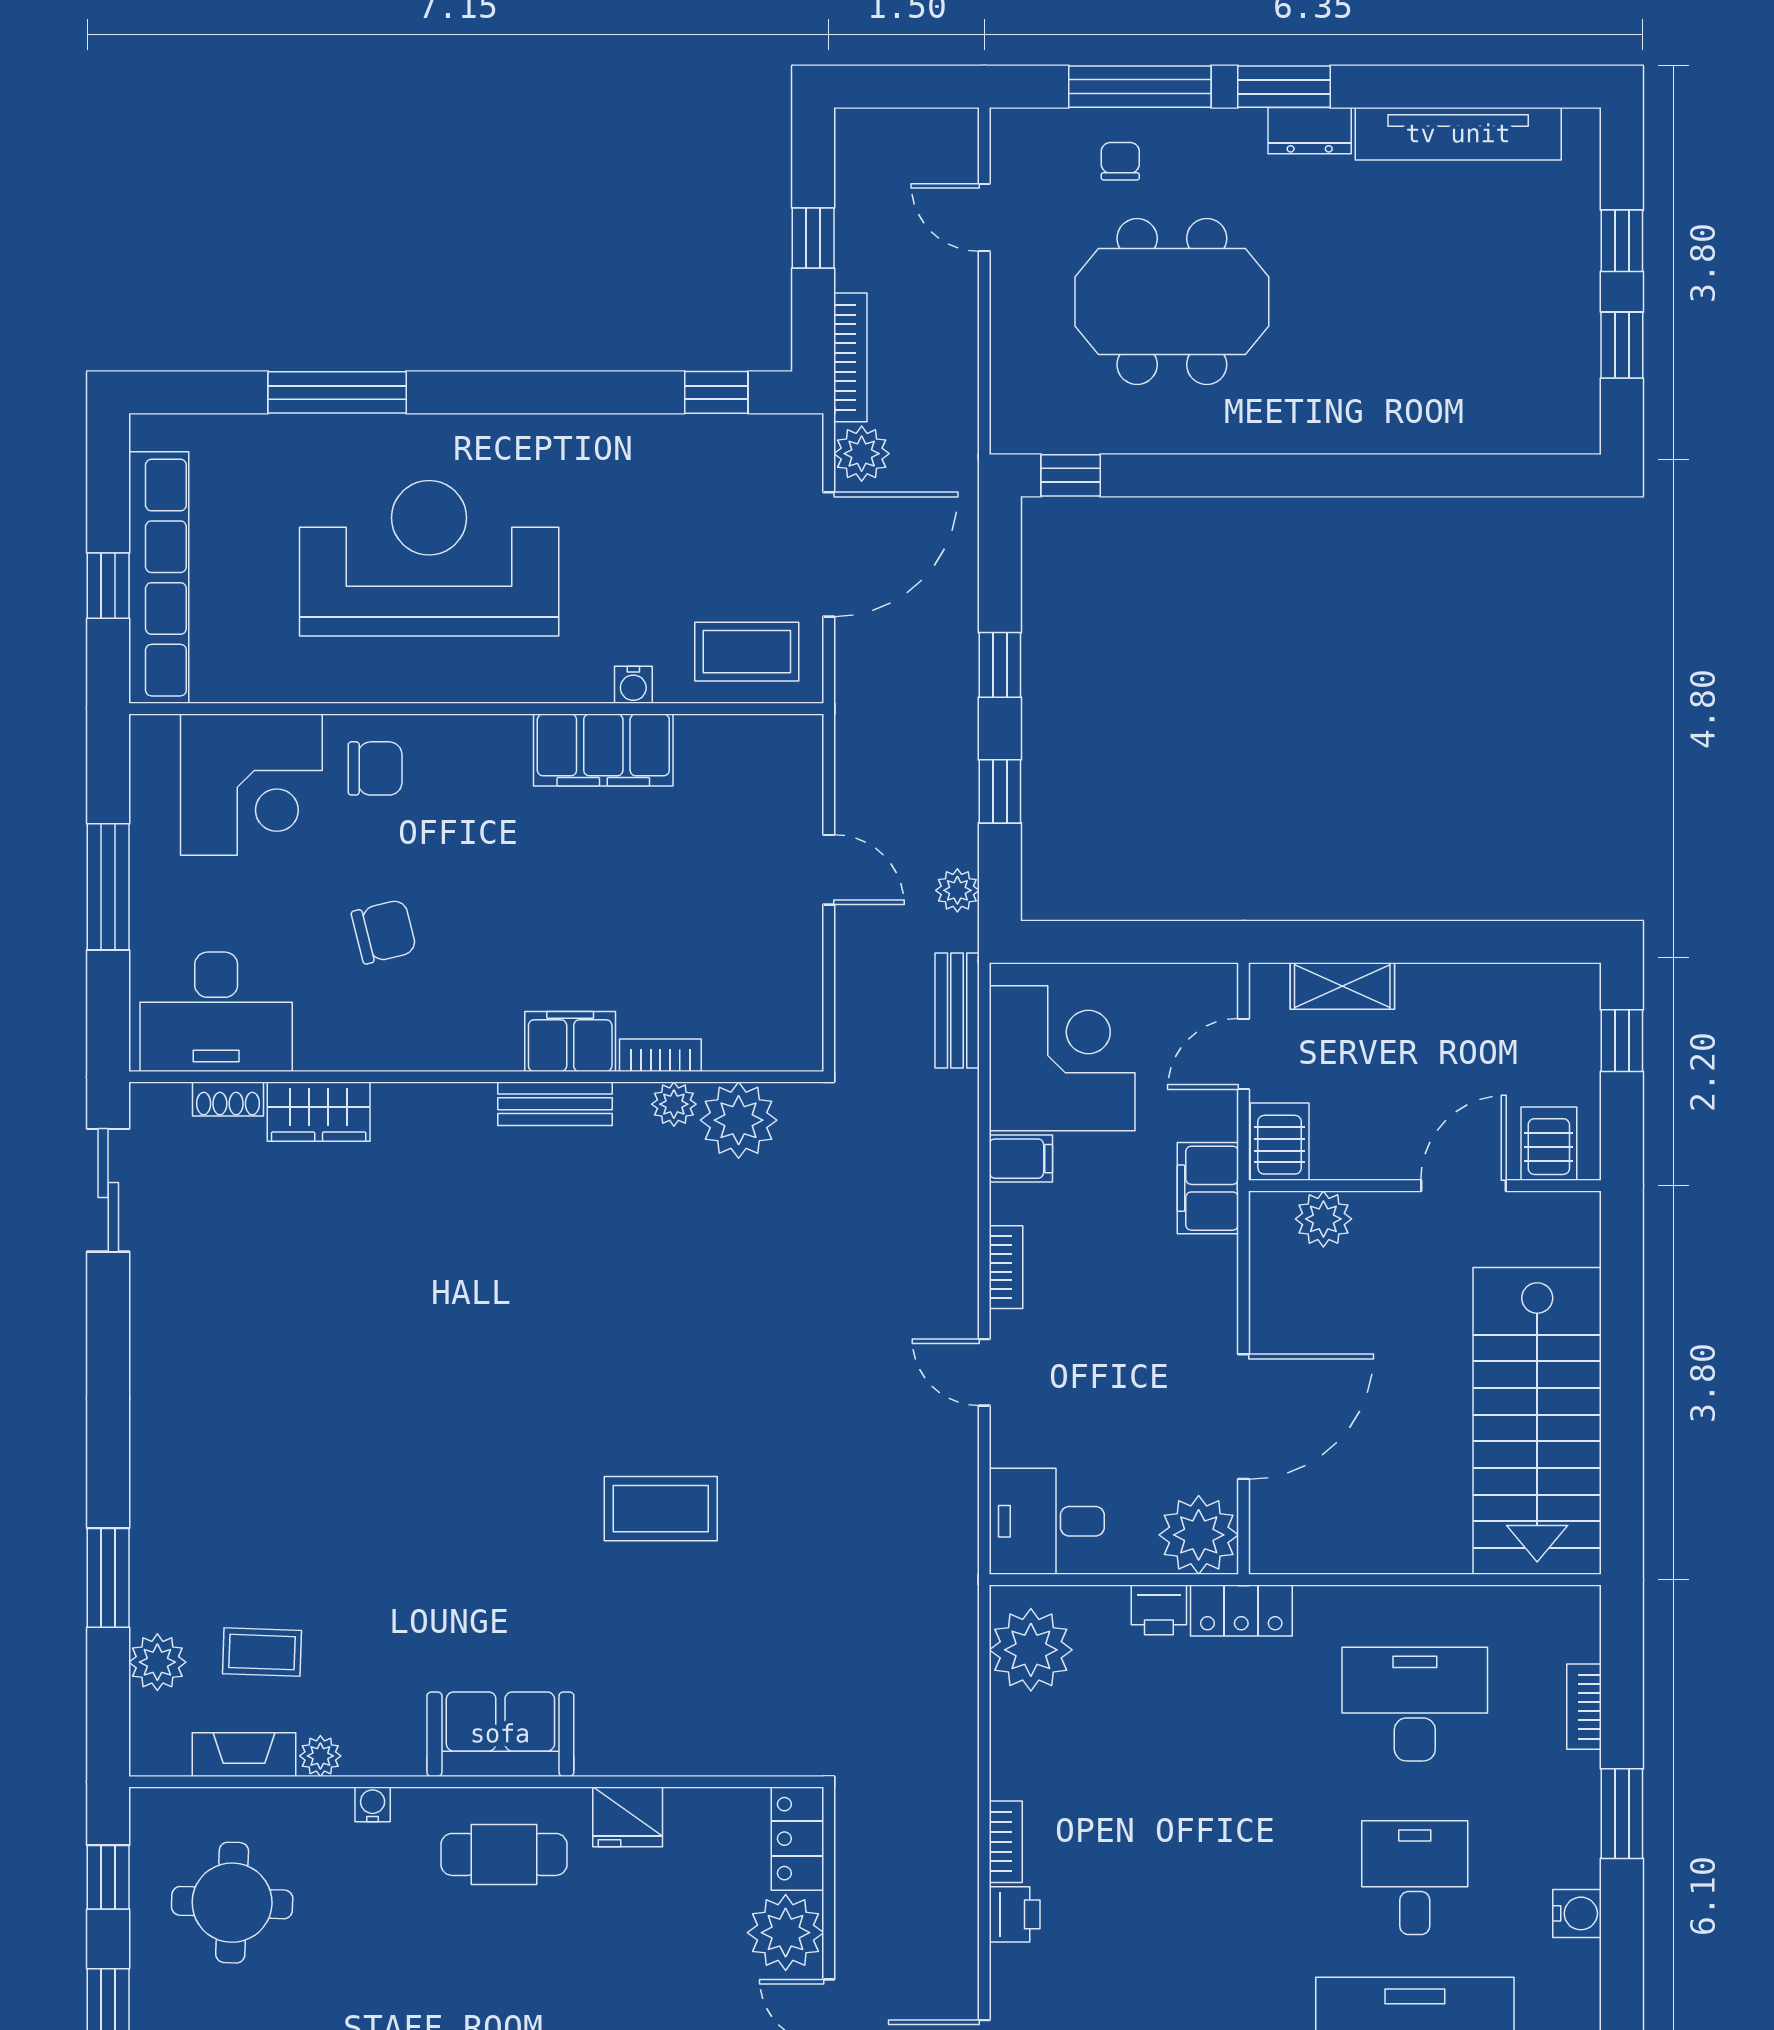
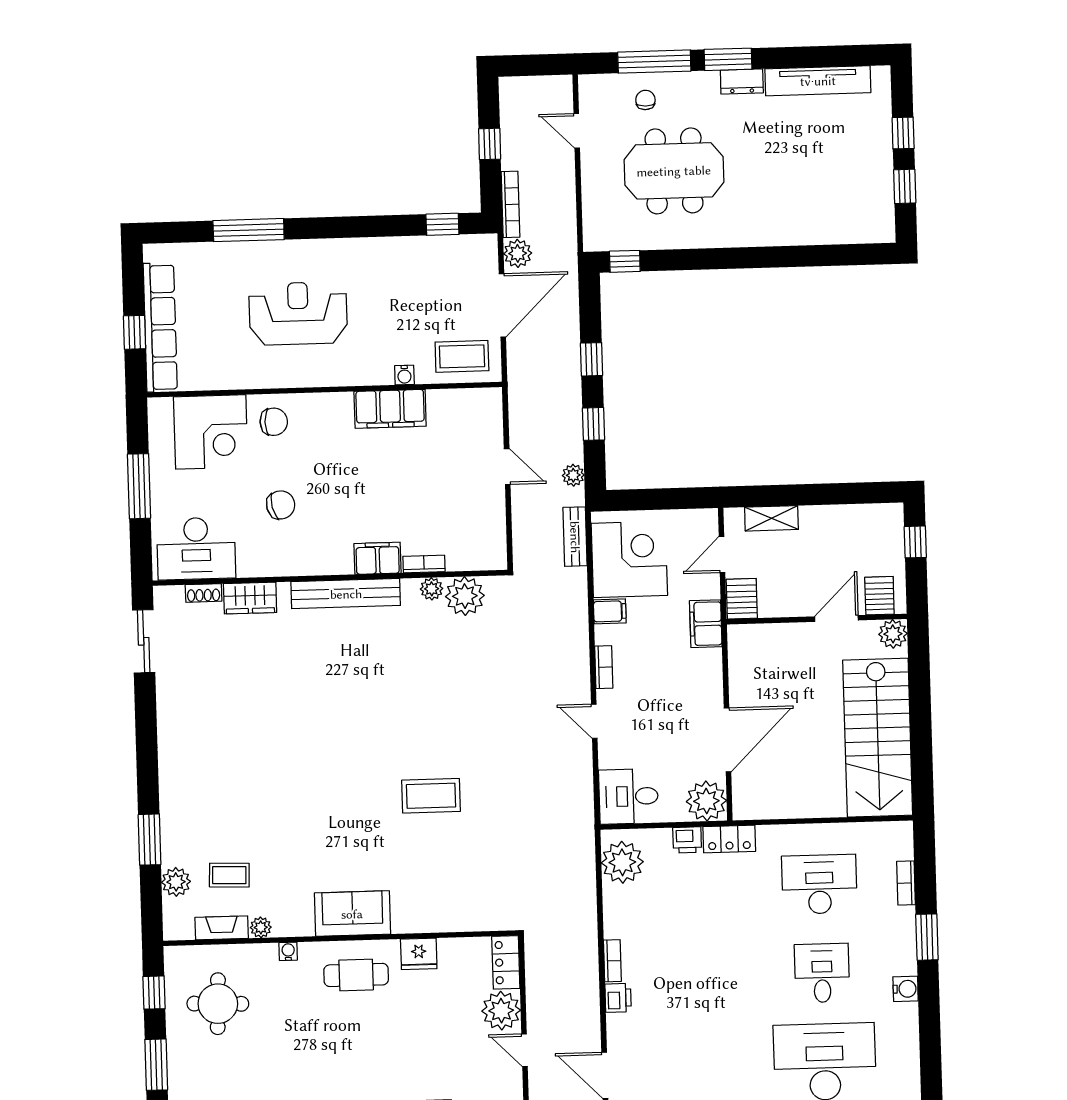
reception desk: (429, 558) -> (298, 313), width x0.74, depth x0.77
bench: (555, 1104) -> (346, 594), width x1.86, depth x1.21
plant: (1323, 1219) -> (893, 634), moved

